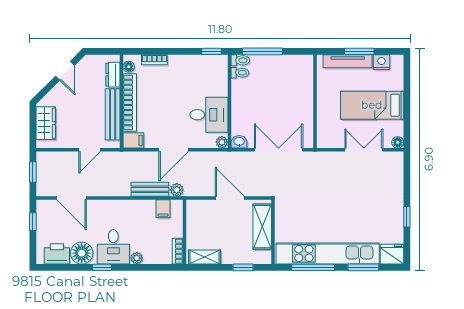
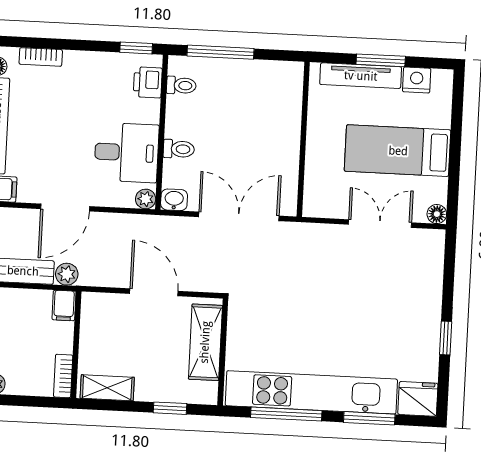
toilet: (240, 60) -> (179, 149), moved
printer: (220, 72) -> (148, 82), added
filing cabinet: (163, 209) -> (64, 305), moved

